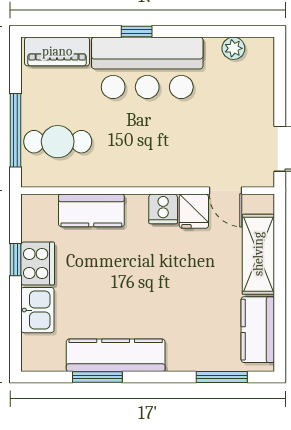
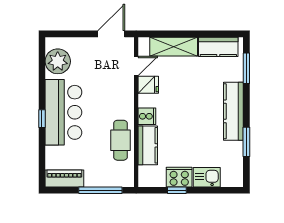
plant: (233, 48) -> (58, 61), width x1.88, depth x1.88
piano: (57, 51) -> (64, 178), moved, turned -90
cafe table: (58, 142) -> (120, 140), moved
cooker: (163, 209) -> (147, 116), moved
kitchen counter: (116, 355) -> (233, 111), moved

